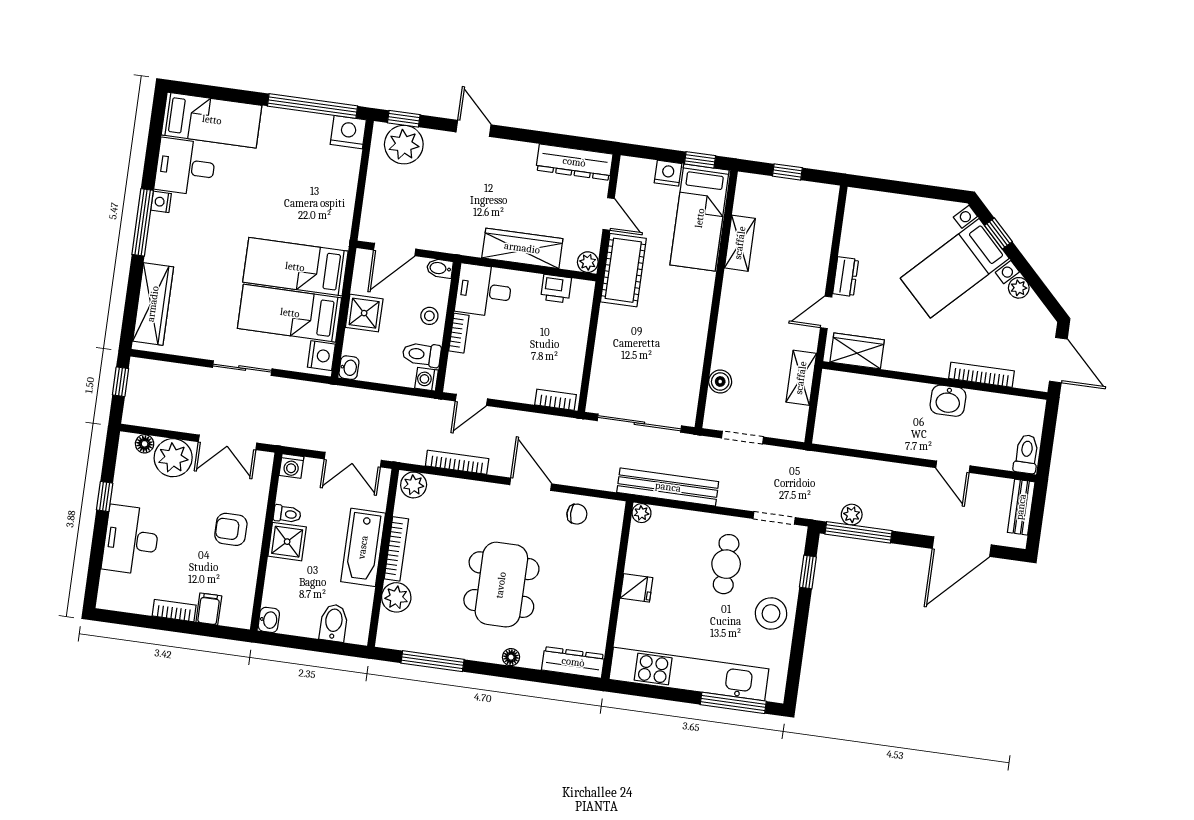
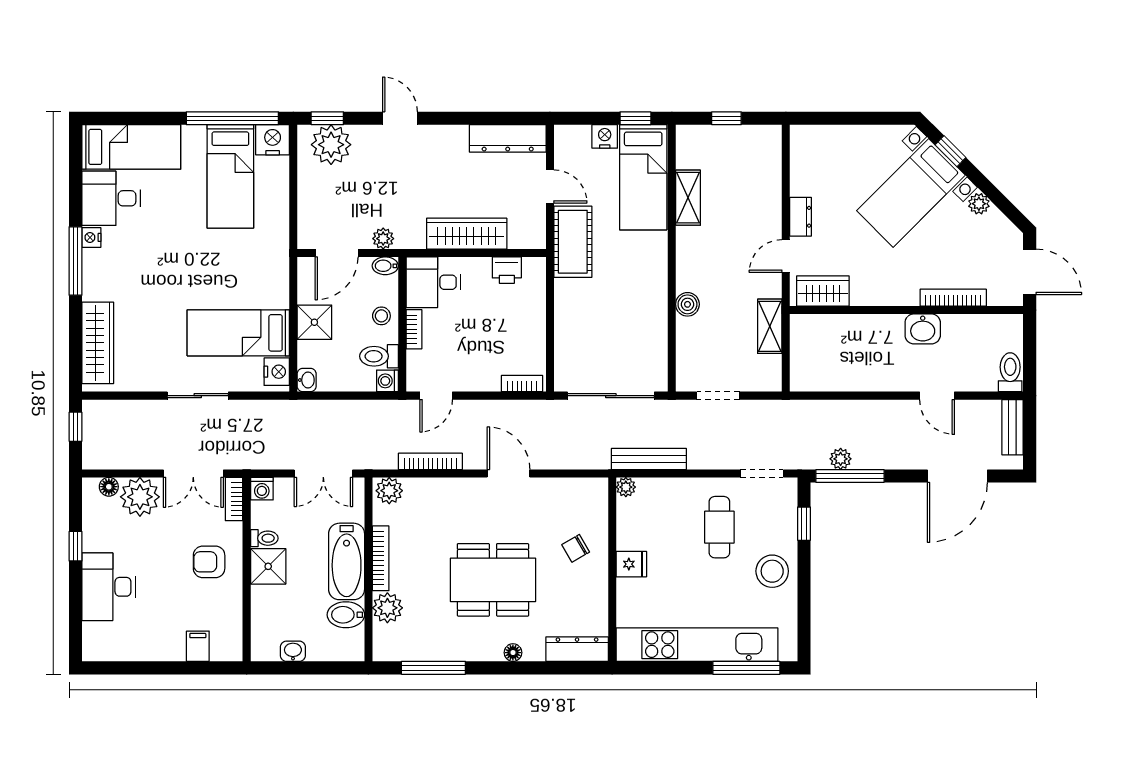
plant: (588, 262) -> (383, 239), moved
bed: (295, 267) -> (230, 176), moved, turned -90
boiler: (720, 381) -> (687, 304), moved
bench: (668, 487) -> (649, 459), width x0.73, depth x0.82
chair: (577, 514) -> (576, 548), moved, turned 150
dining table: (501, 585) -> (493, 580), turned 90
bookcase: (174, 611) -> (234, 499), moved, turned -90
washbasin: (269, 620) -> (293, 651), moved, turned -90
bidet: (334, 623) -> (346, 615), moved, turned -90

